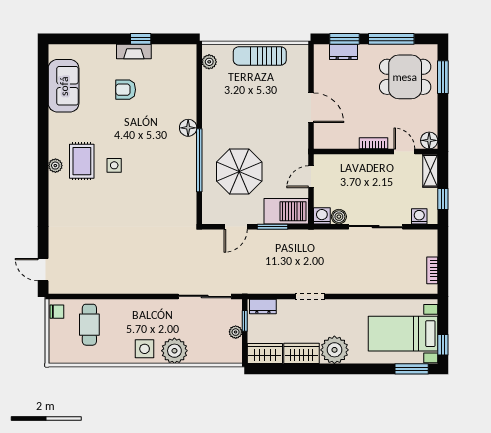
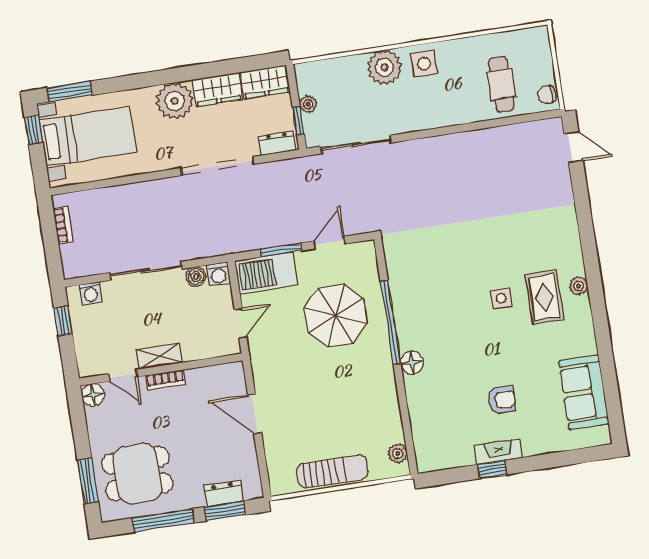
shelving: (430, 171) -> (159, 356), moved, turned 90
doorway: (310, 296) -> (218, 166), width x1.88

